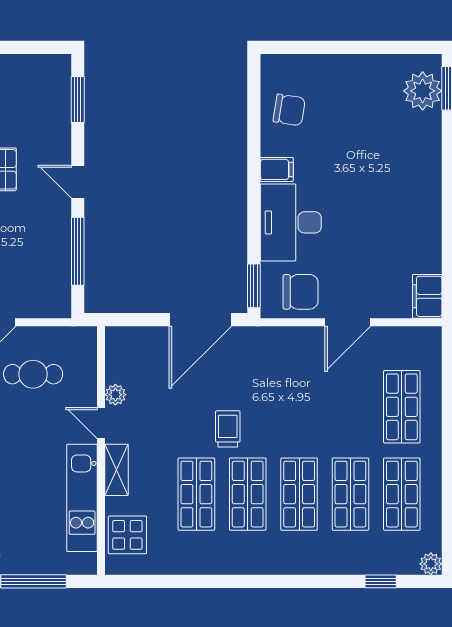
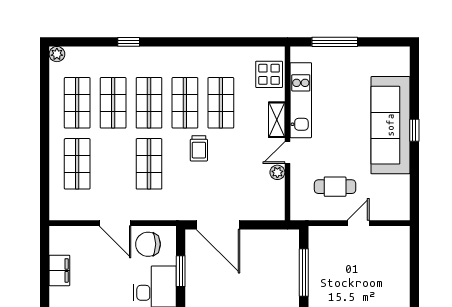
window: (254, 286) -> (181, 271), moved
filing cabinet: (427, 296) -> (59, 270), moved
door: (200, 320) -> (218, 225), swing flipped
door: (348, 322) -> (115, 223), swing flipped
shop shelf: (299, 407) -> (149, 164), added
door: (101, 423) -> (287, 152), swing flipped
window: (381, 581) -> (129, 42), moved

